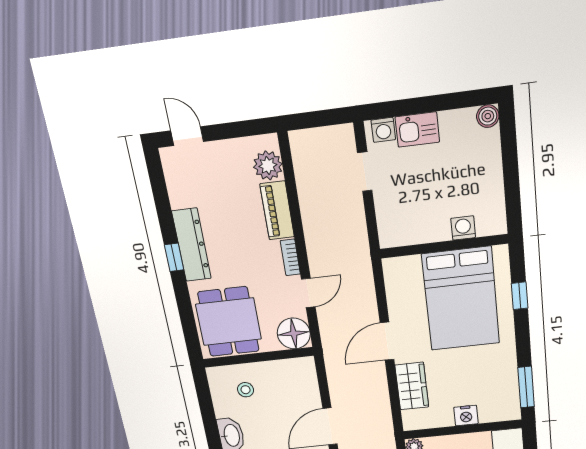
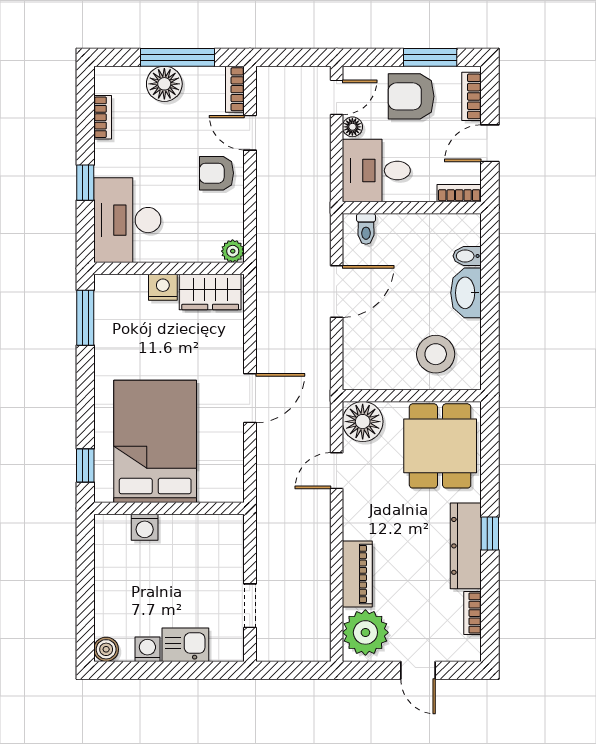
washing machine: (383, 130) -> (147, 649), moved
door: (187, 136) -> (418, 670), moved
plant: (268, 166) -> (365, 632), width x1.36, depth x1.36
bookcase: (290, 257) -> (473, 613), moved, turned 180
window: (520, 296) -> (85, 466), moved
wardrobe: (412, 386) -> (210, 292), moved, turned -90
stool: (246, 390) -> (436, 354), width x1.89, depth x1.89

